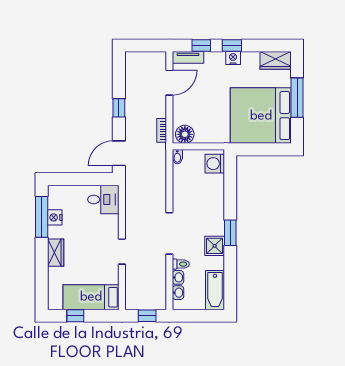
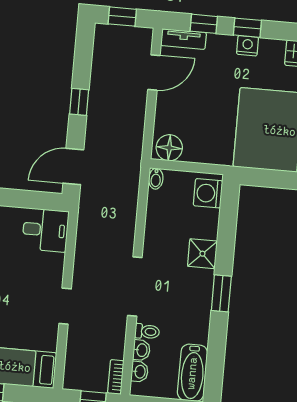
window: (144, 45) -> (122, 17), added
bookcase: (162, 130) -> (116, 377), moved
shower: (215, 246) -> (202, 254), moved

